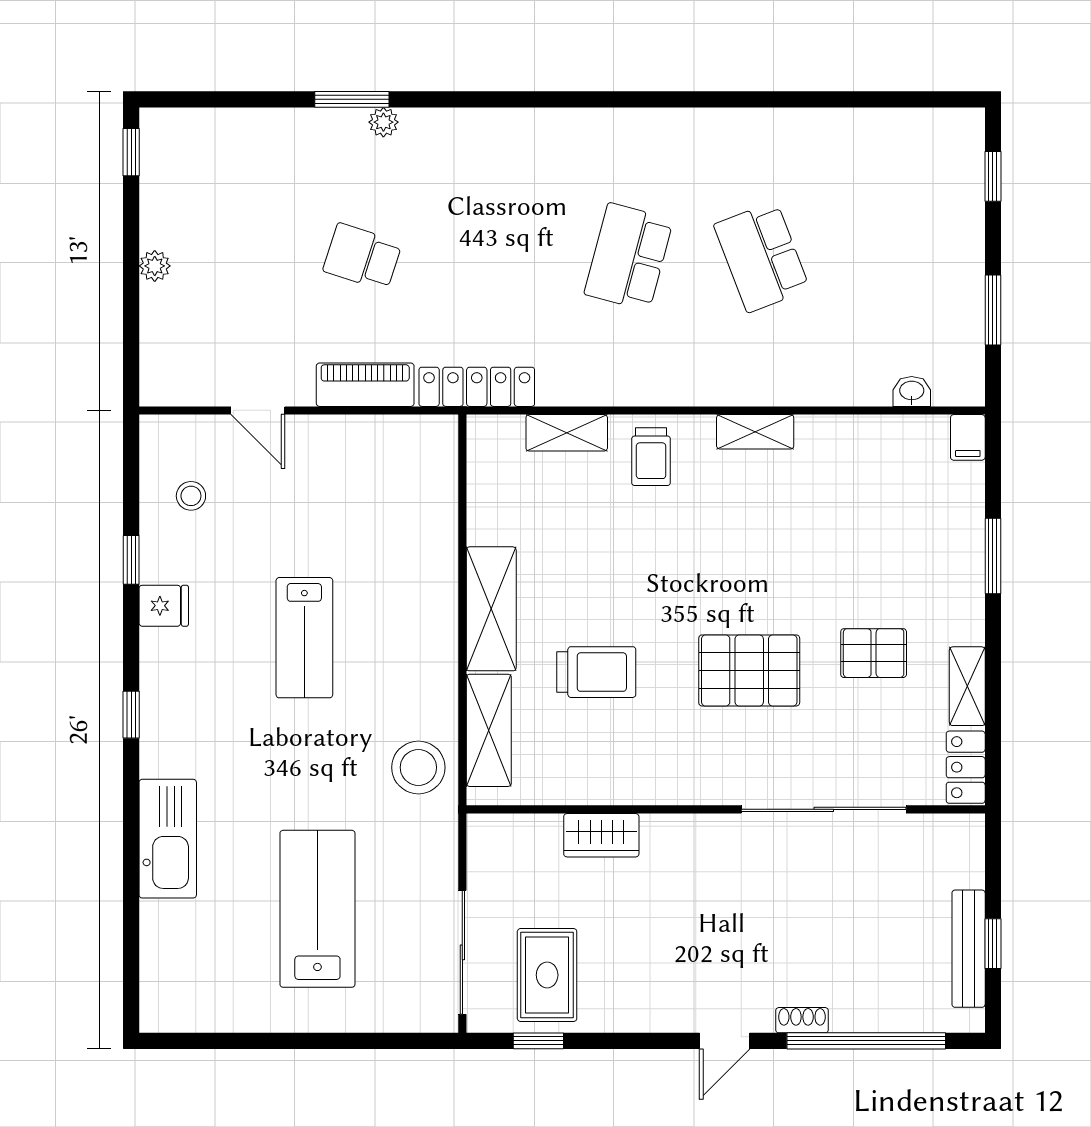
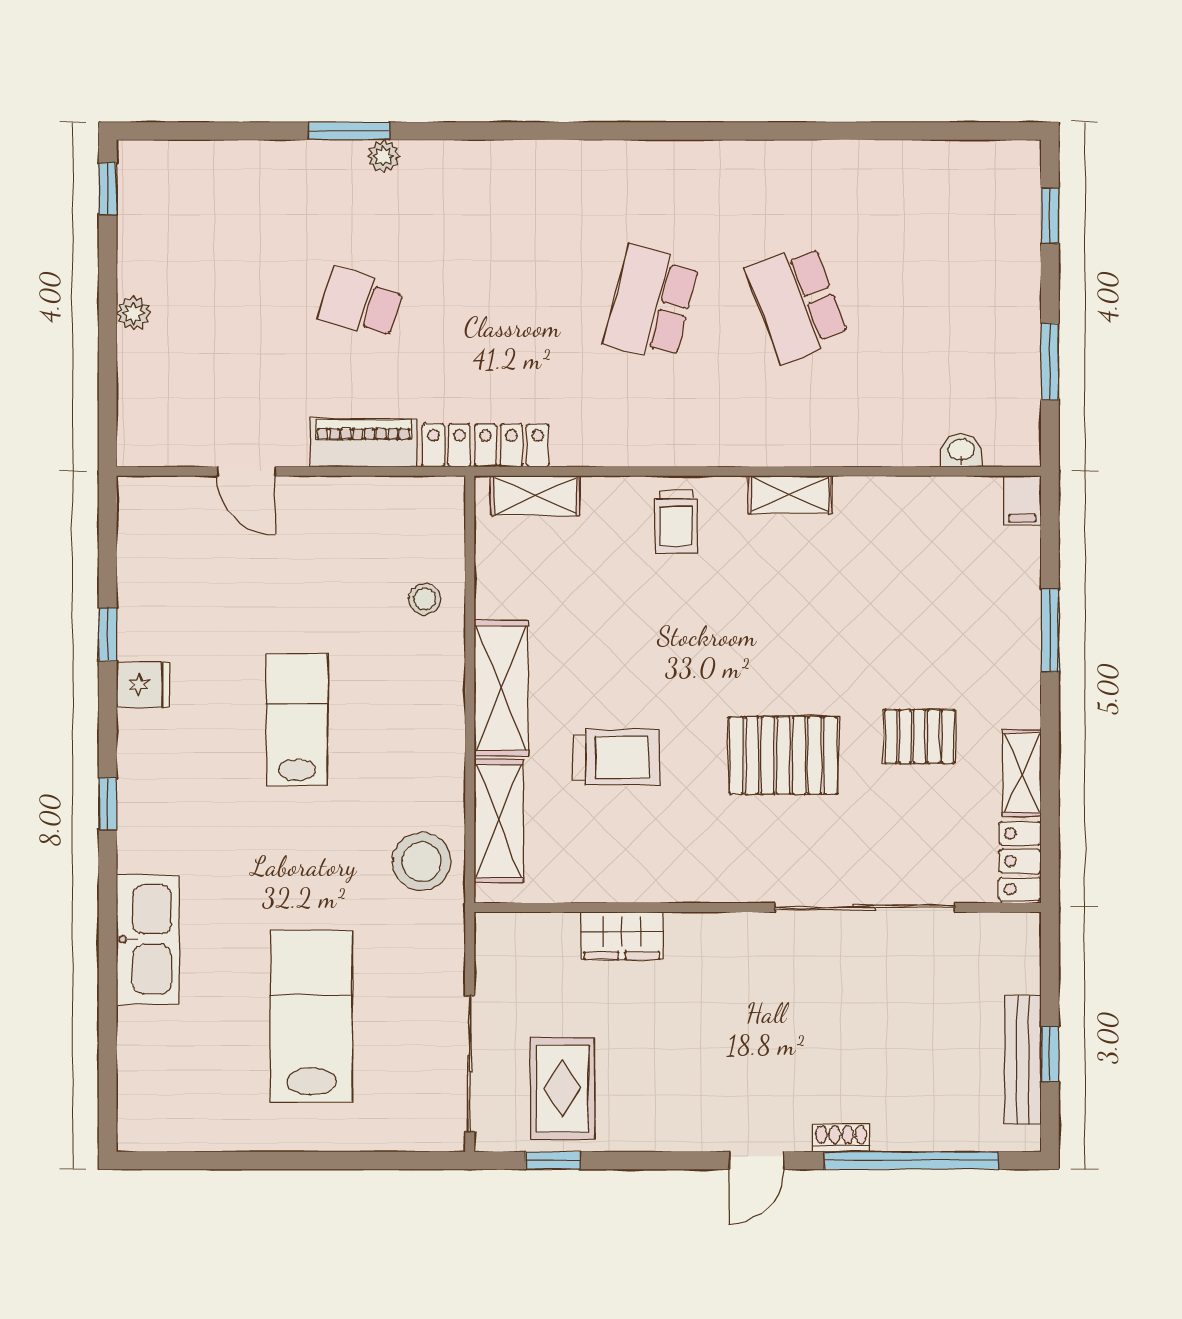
shelving: (567, 433) -> (536, 496), moved
stool: (191, 496) -> (425, 599), moved
lab bench: (304, 638) -> (297, 720), turned 180

